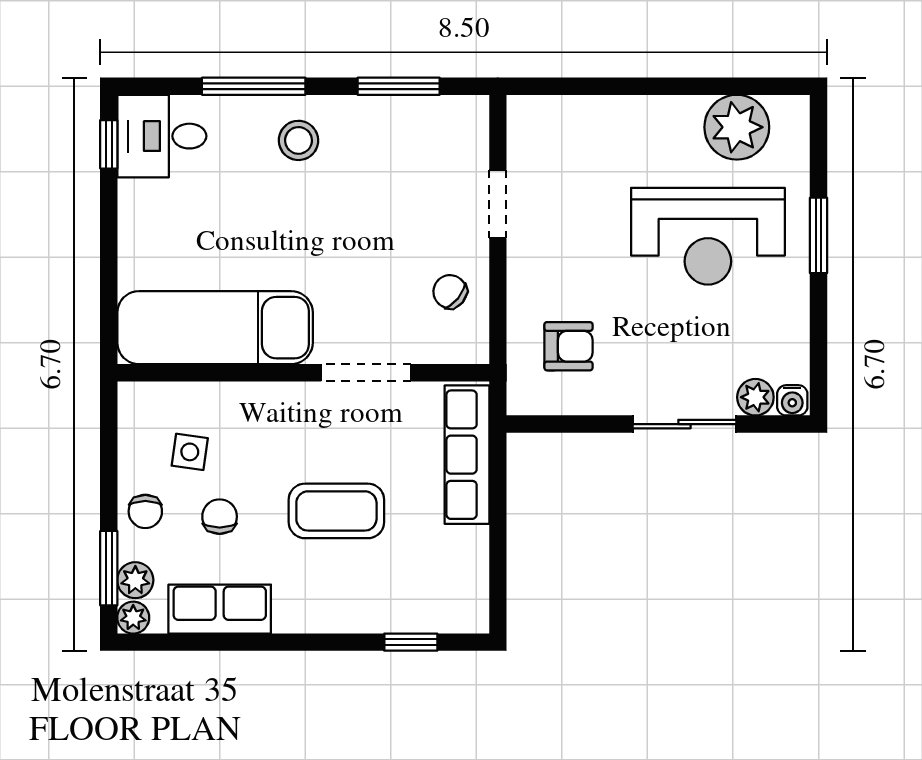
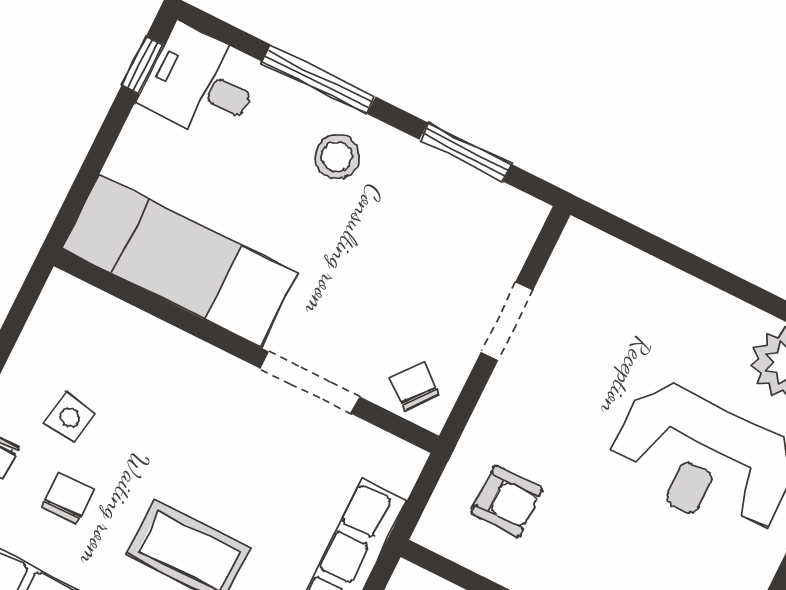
exam couch: (215, 328) -> (180, 261), moved
wall: (303, 373) -> (246, 351), moved
doorway: (366, 373) -> (310, 383), moved

